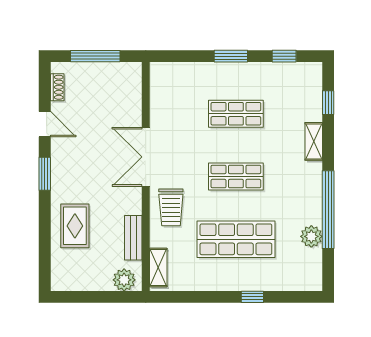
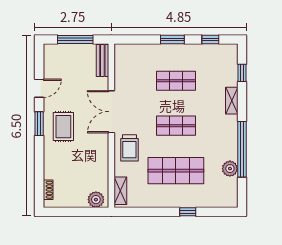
shoe rack: (57, 87) -> (48, 190), moved
door: (45, 124) -> (39, 88), hinge flipped
rug: (75, 226) -> (63, 127), moved
bench: (133, 238) -> (102, 60), moved

